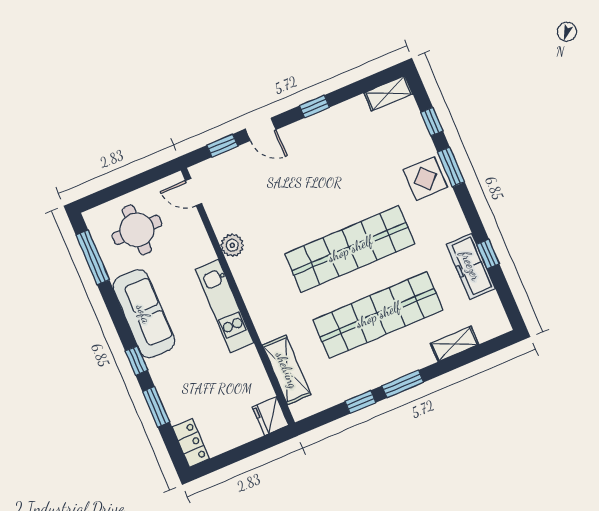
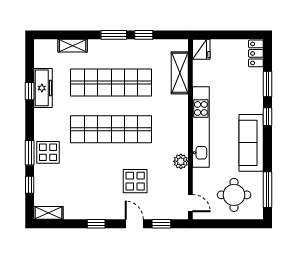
display table: (285, 190) -> (135, 181), added
kitchen unit: (224, 306) -> (201, 127), width x1.36

